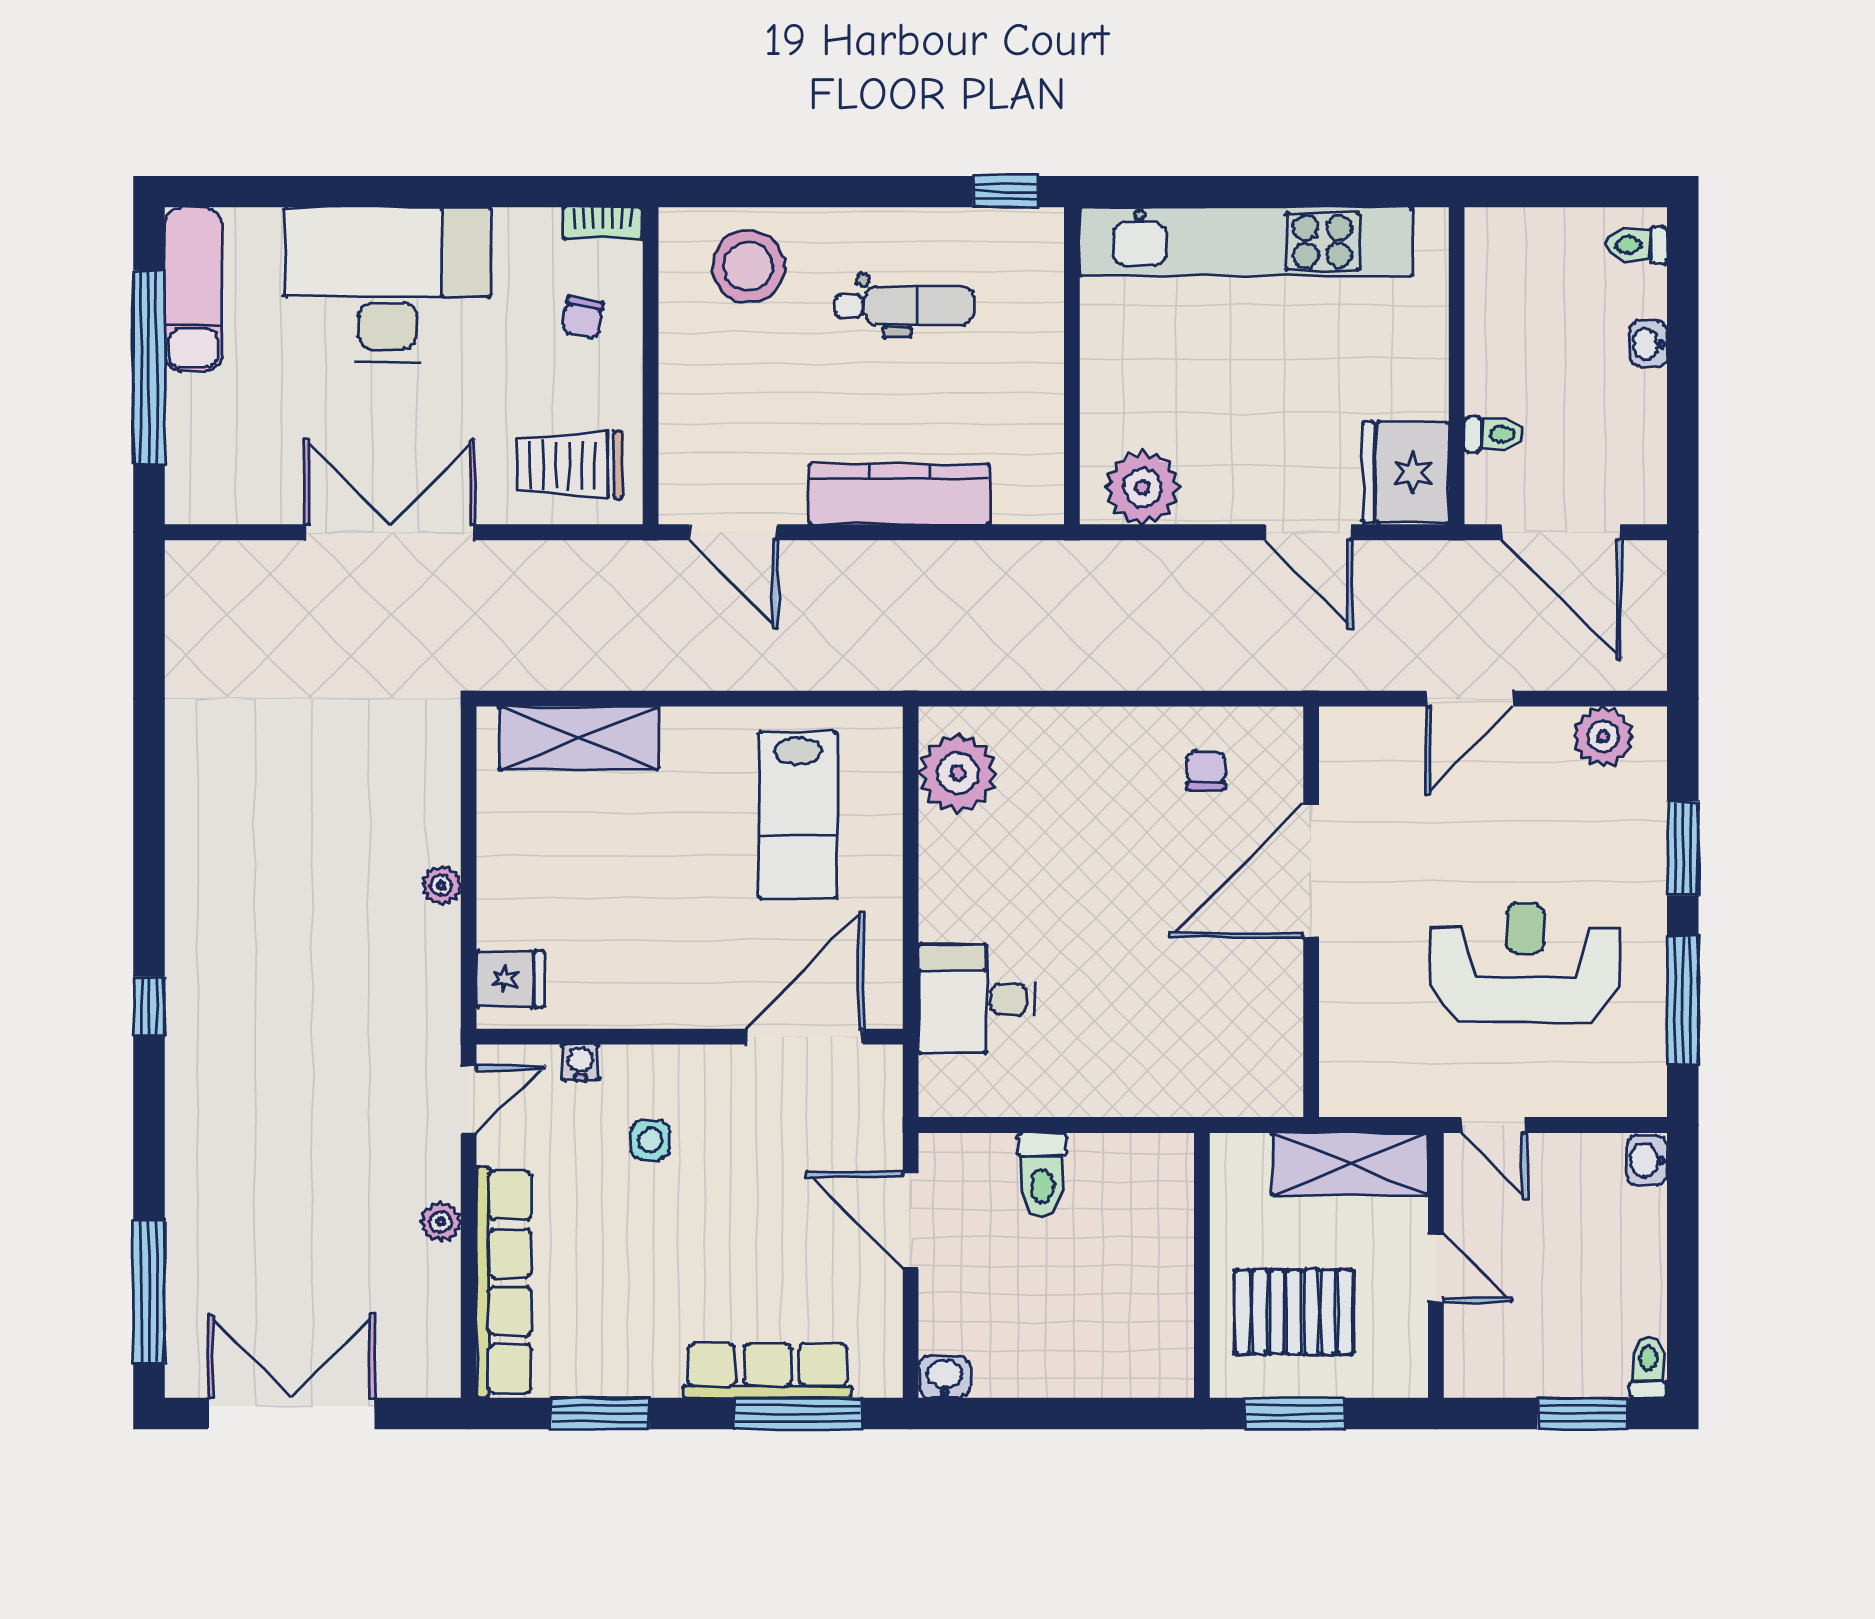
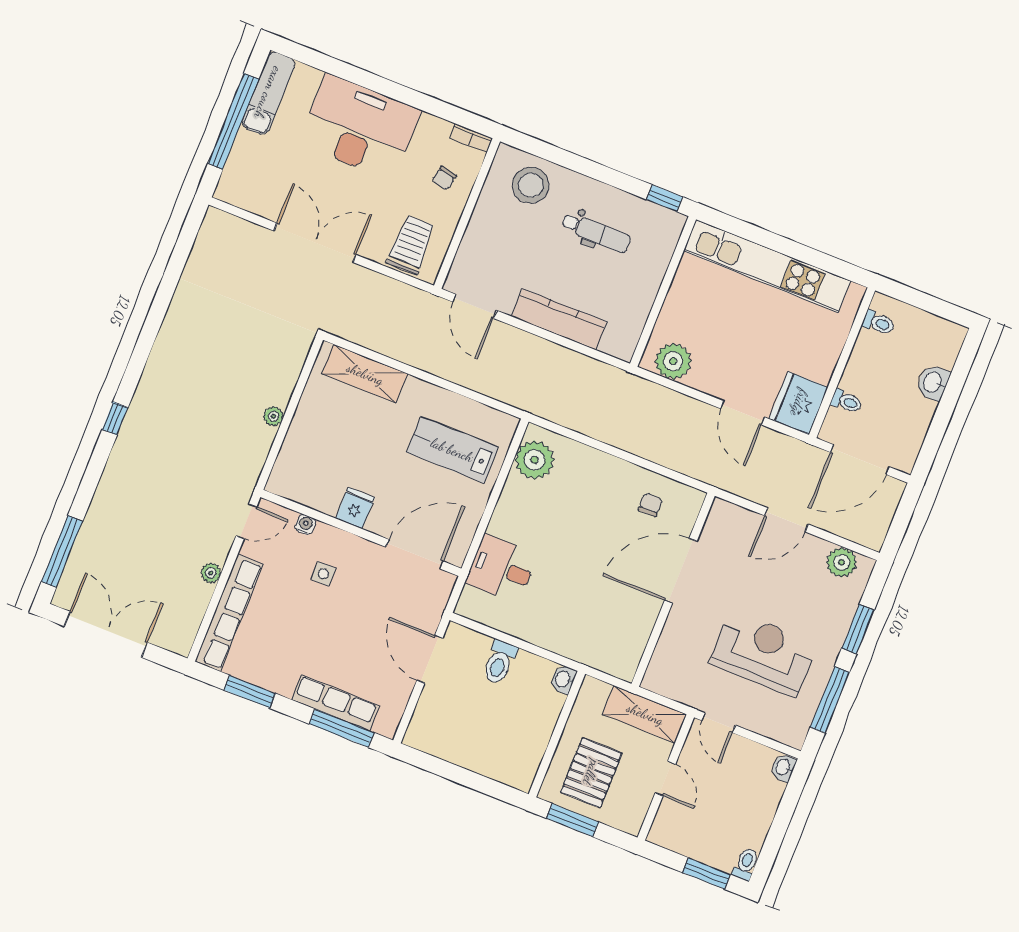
toilet: (1637, 245) -> (879, 323), moved, turned 180
washbasin: (1648, 344) -> (933, 382), width x1.38, depth x1.45
trolley: (570, 465) -> (411, 245), turned 90
door: (1561, 532) -> (860, 460), hinge flipped
lab bench: (798, 815) -> (452, 450), turned 90
fridge: (510, 979) -> (355, 508), moved, turned -90
pallet: (1294, 1312) -> (591, 773), turned 90
washbasin: (944, 1377) -> (563, 679), moved, turned -90

